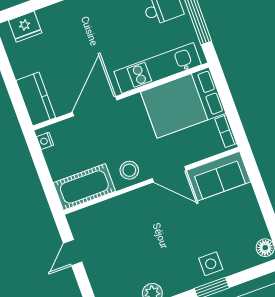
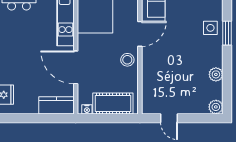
cot: (84, 187) -> (113, 103), moved, turned 90

